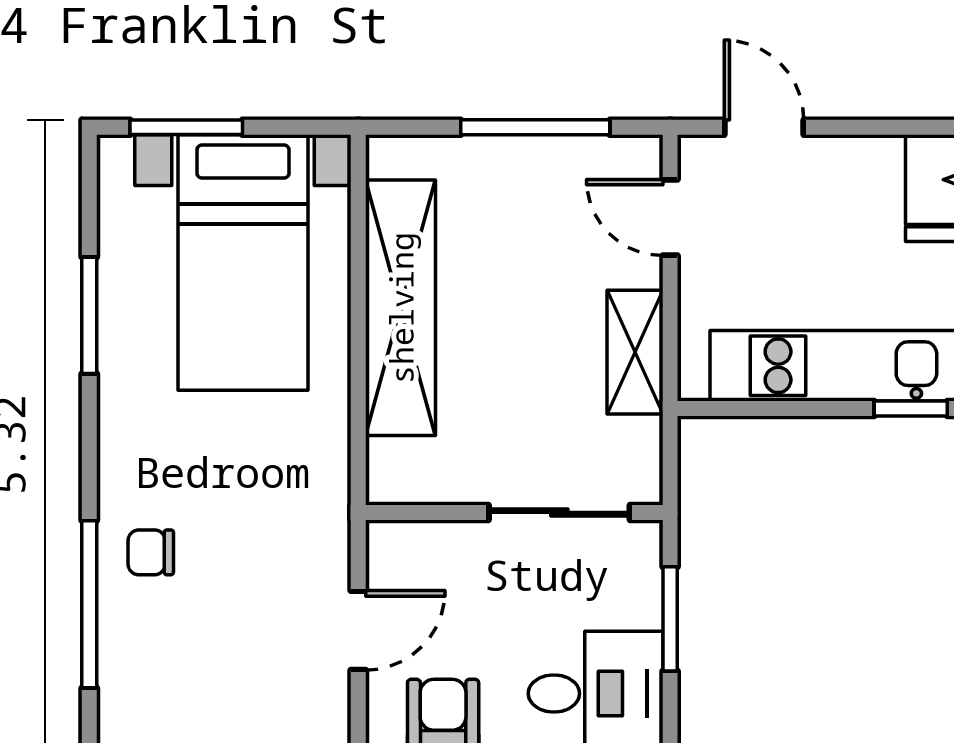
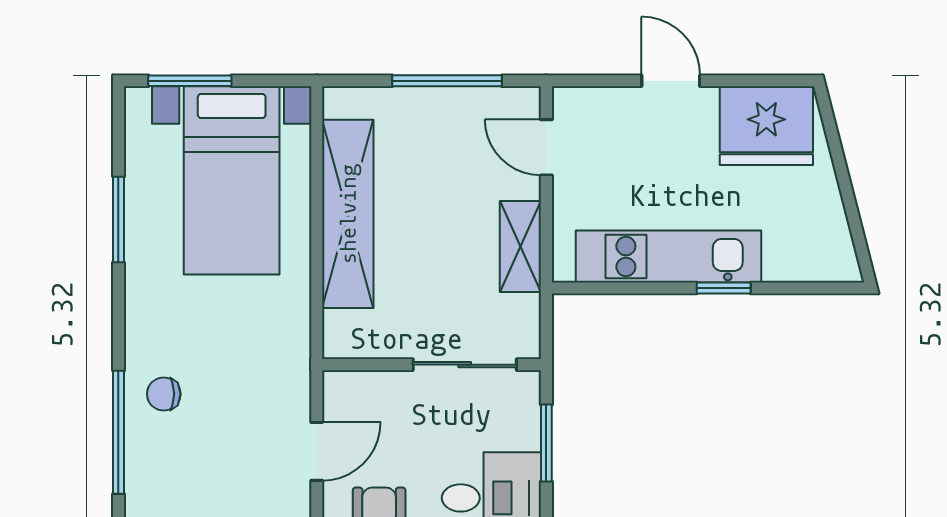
door: (764, 127) -> (671, 81), moved

